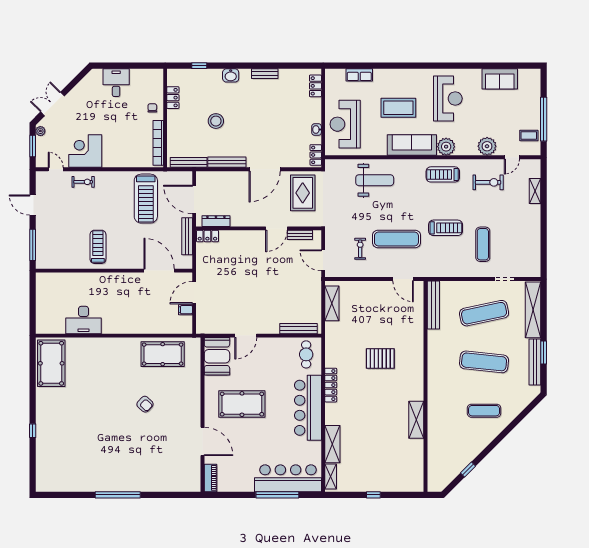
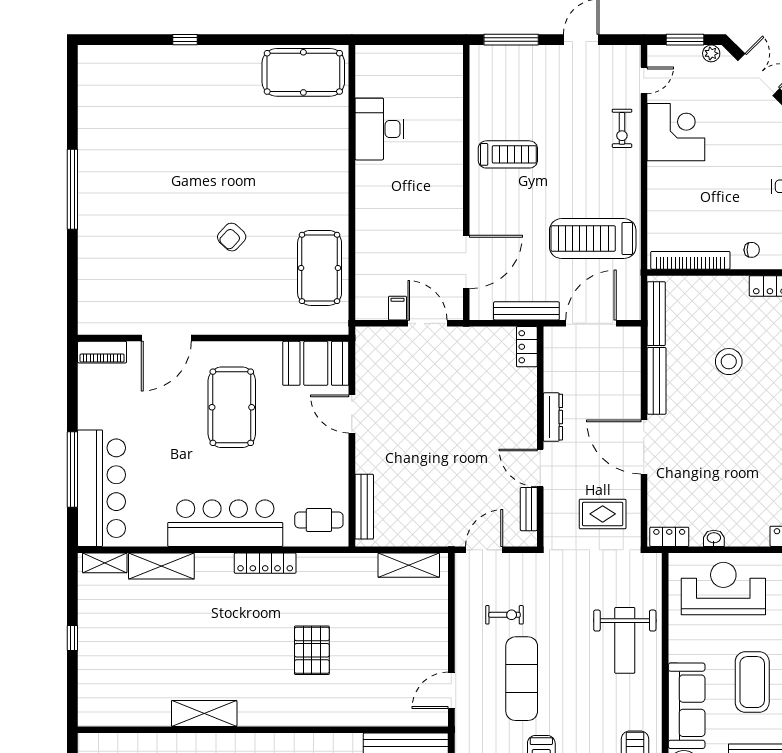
rug: (303, 193) -> (603, 514), width x0.73, depth x0.70
dresser: (216, 221) -> (553, 417), moved

